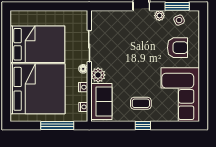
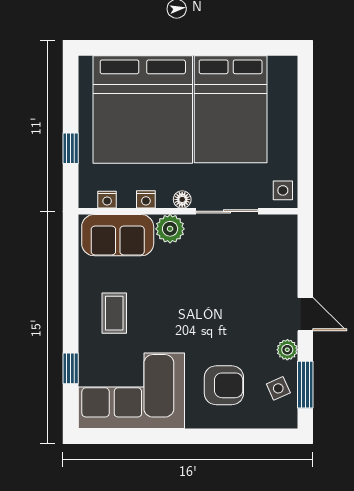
side table: (79, 18) -> (283, 190), added
armchair: (177, 48) -> (224, 385), turned -90
window: (57, 125) -> (71, 148), width x0.46
window: (143, 125) -> (71, 368), moved

